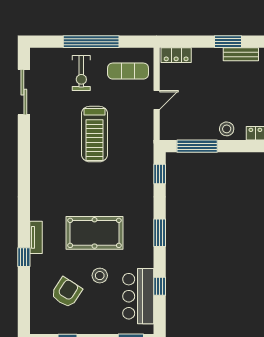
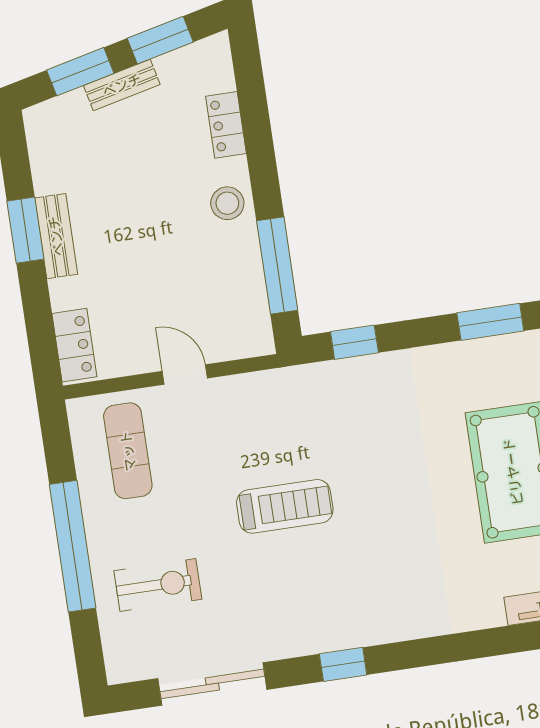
bench: (241, 54) -> (56, 236), moved
exercise bike: (81, 73) -> (158, 585), moved
treadmill: (95, 134) -> (285, 506), width x0.73, depth x0.73
window: (24, 149) -> (343, 664), added

